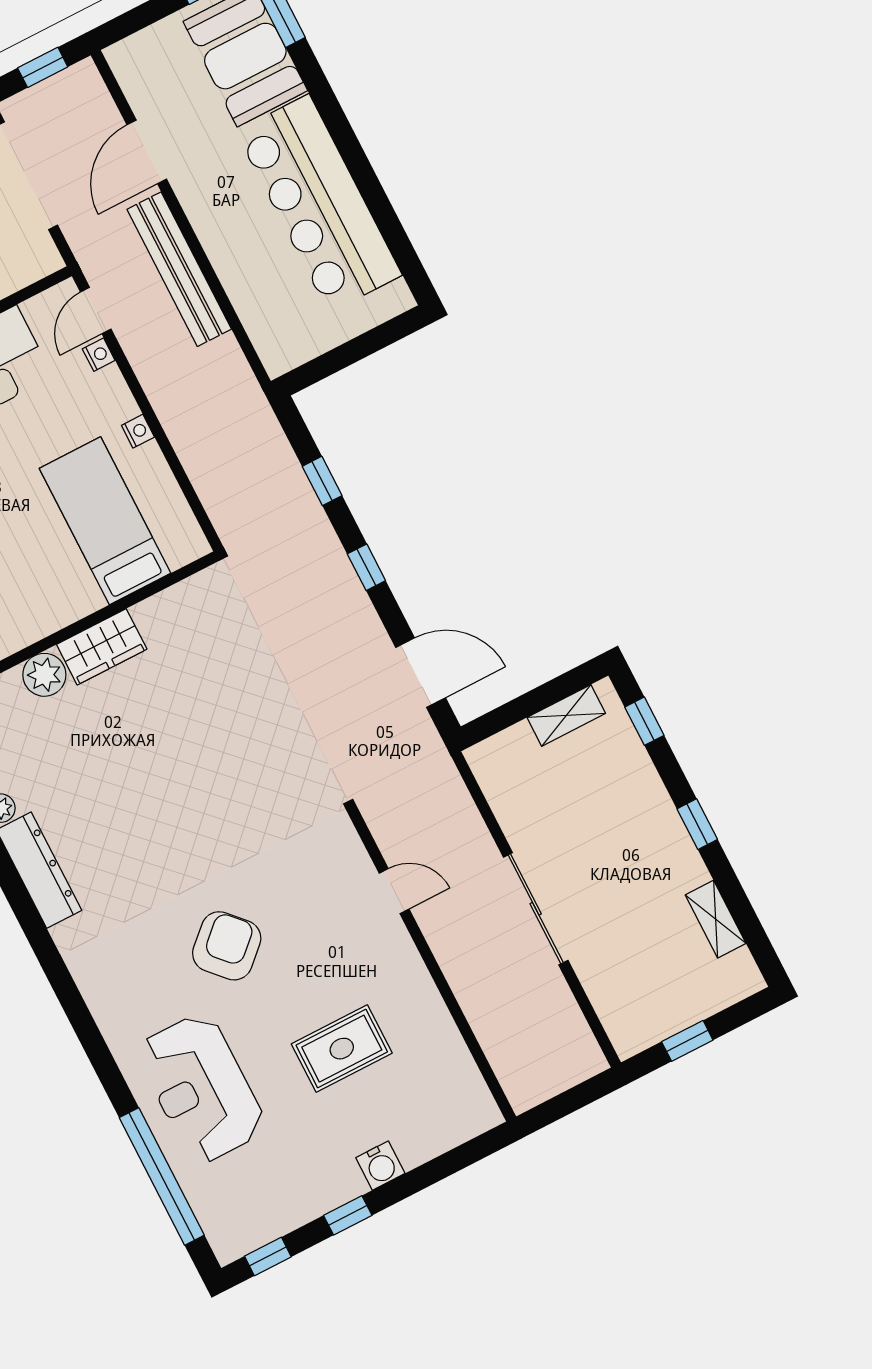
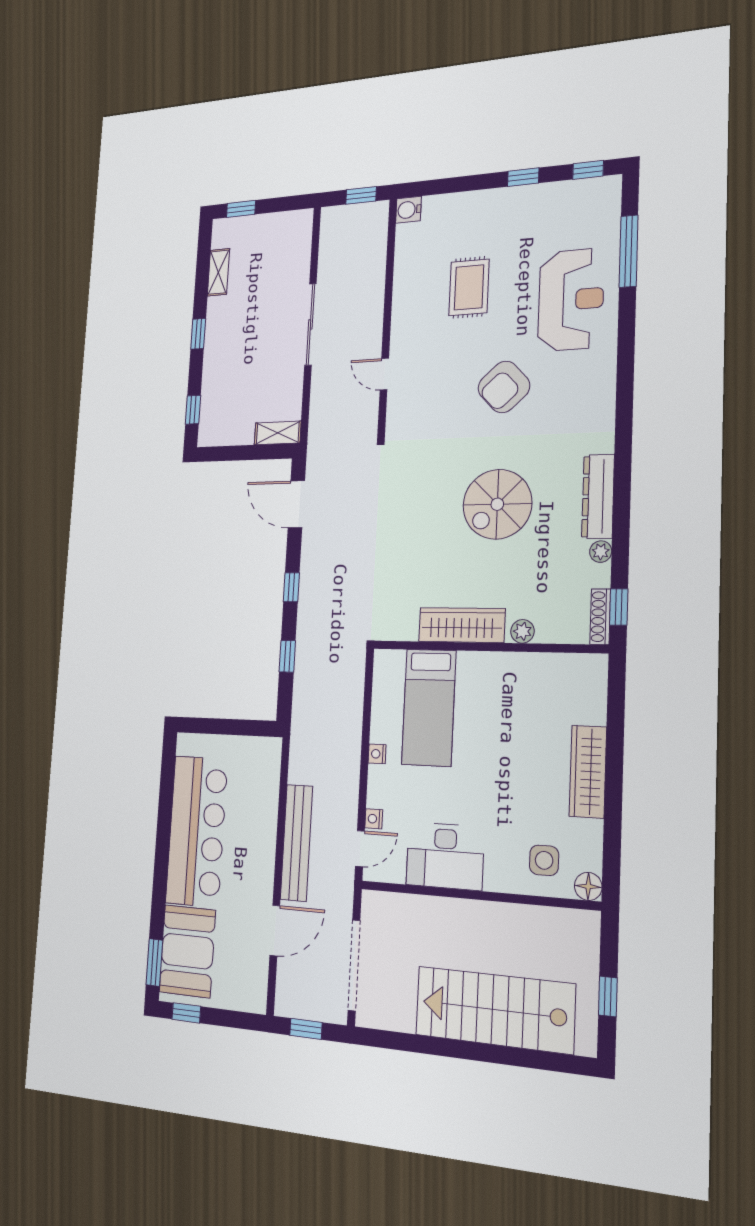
wardrobe: (102, 647) -> (462, 625), width x1.50
plant: (44, 675) -> (522, 631), width x0.73, depth x0.73
shelving: (566, 715) -> (278, 433), moved
spiral stairs: (156, 802) -> (497, 504), added
window: (687, 1041) -> (241, 209), moved
rug: (342, 1049) -> (469, 287), turned 90
window: (561, 1106) -> (361, 195), added
water cooler: (380, 1166) -> (408, 210), moved, turned -90
window: (162, 1176) -> (629, 251), width x0.68

